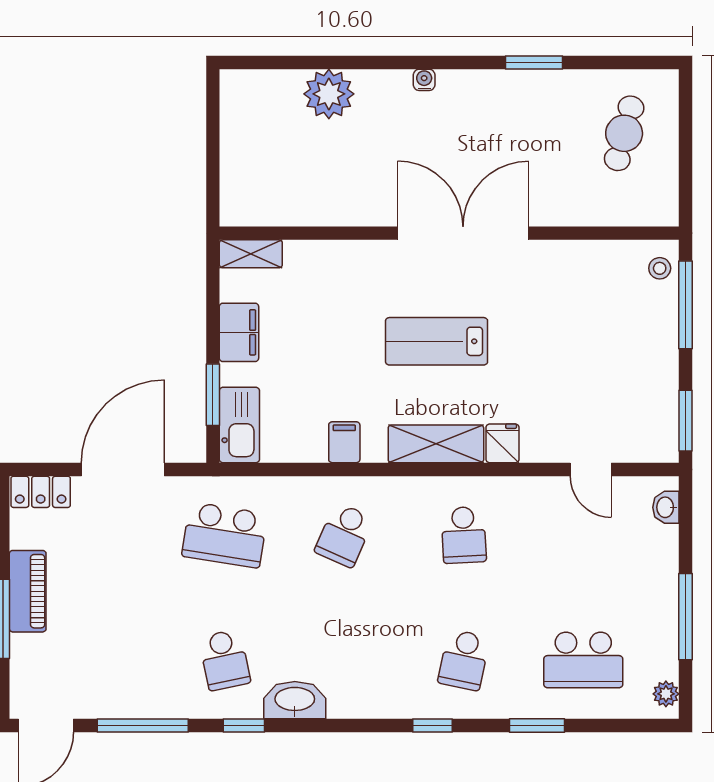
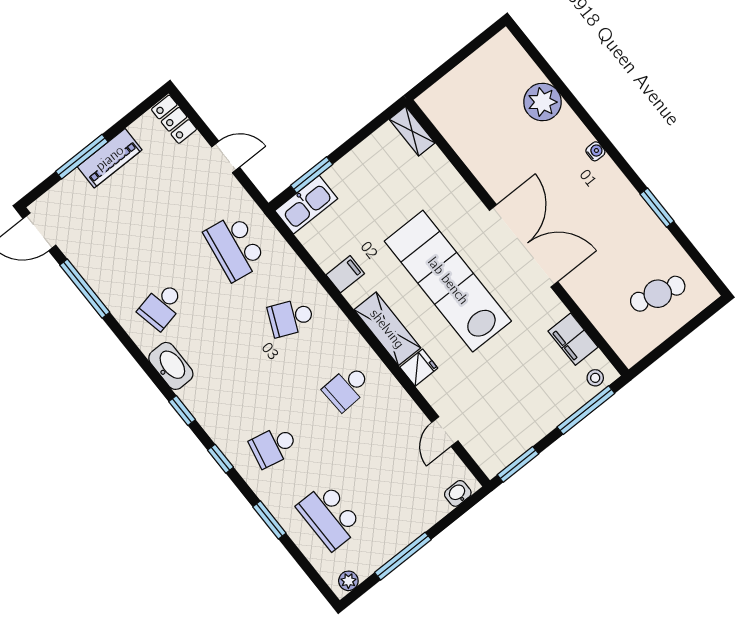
filing cabinet: (239, 332) -> (573, 339), moved, turned 90
lab bench: (437, 341) -> (448, 281), width x1.86, depth x1.39
door: (123, 469) -> (226, 157), width x0.53
window: (244, 725) -> (182, 411), moved

